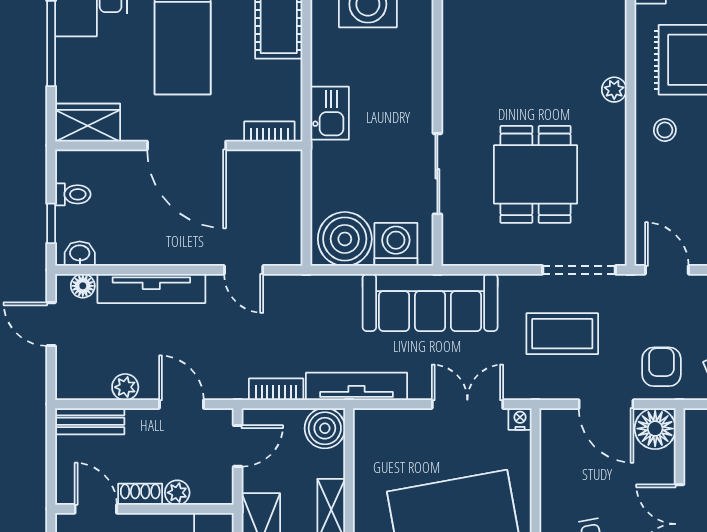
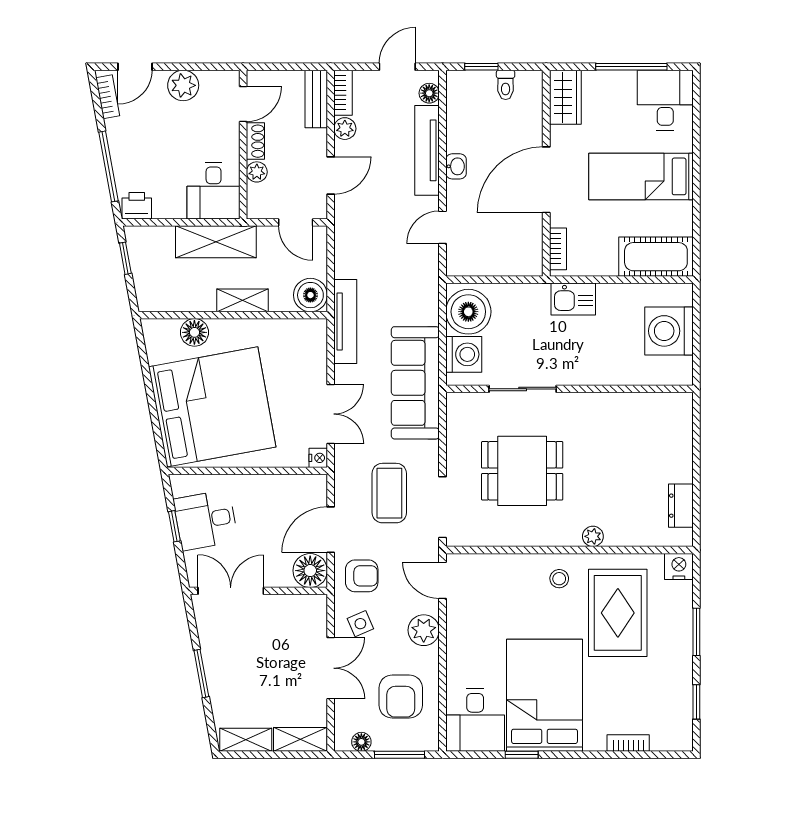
washbasin: (80, 254) -> (456, 166), moved
door: (667, 270) -> (443, 580), swing flipped
bookcase: (276, 389) -> (343, 93), moved

